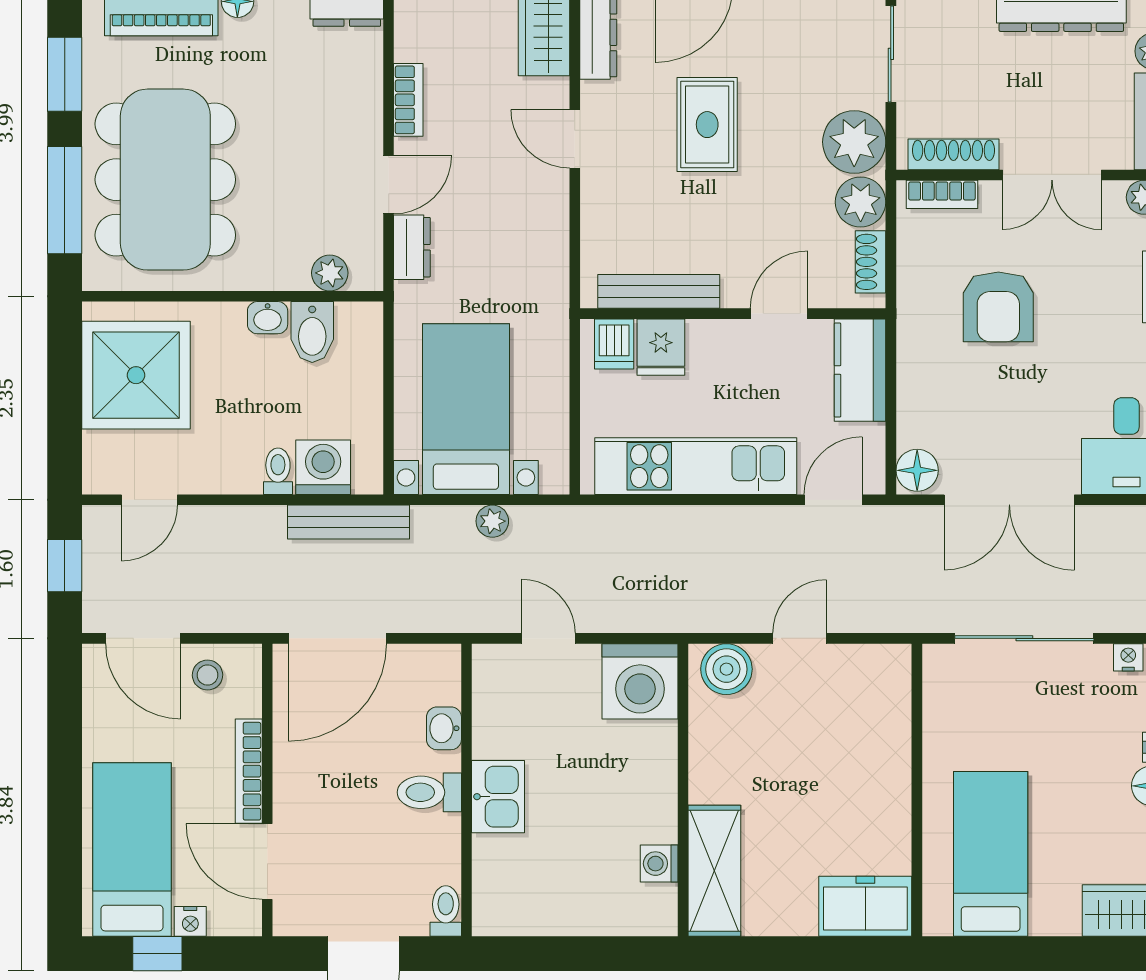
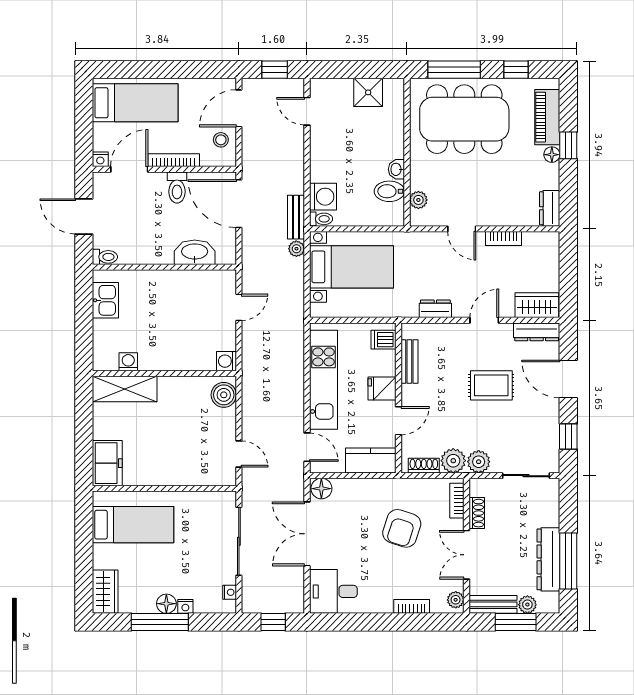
window: (65, 74) -> (516, 70), width x0.67
plant: (854, 142) -> (479, 462), width x0.73, depth x0.73
shoe rack: (953, 154) -> (477, 513), width x0.70
dresser: (412, 247) -> (435, 309), moved, turned 180
bench: (659, 291) -> (409, 362), width x0.73
armchair: (998, 307) -> (402, 528), turned -72
door: (779, 314) -> (398, 421), hinge flipped
fridge: (661, 347) -> (382, 388), moved
shower: (136, 375) -> (368, 92), width x0.54, depth x0.54
toilet: (278, 471) -> (321, 219), moved
plant: (492, 521) -> (296, 249), moved
bench: (348, 522) -> (296, 217), width x0.73
door: (800, 638) -> (239, 454), moved
washing machine: (640, 681) -> (226, 361), width x0.53, depth x0.53
washbasin: (444, 728) -> (195, 252), width x1.91, depth x1.45
toilet: (429, 792) -> (177, 188), moved, turned 180
kitchen sink: (498, 797) -> (105, 300), moved, turned -90
nightstand: (190, 921) -> (100, 159), moved, turned -90
window: (157, 954) -> (84, 115), removed

